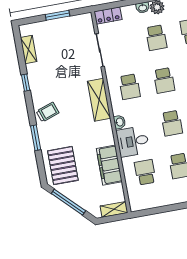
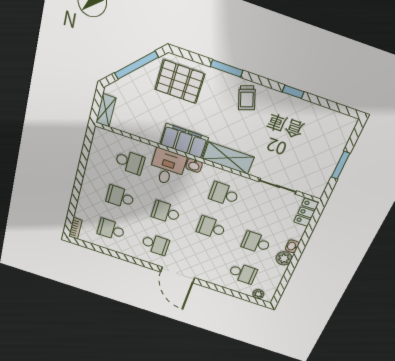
shelving: (29, 50) -> (326, 115), removed
filing cabinet: (109, 165) -> (184, 141), moved

